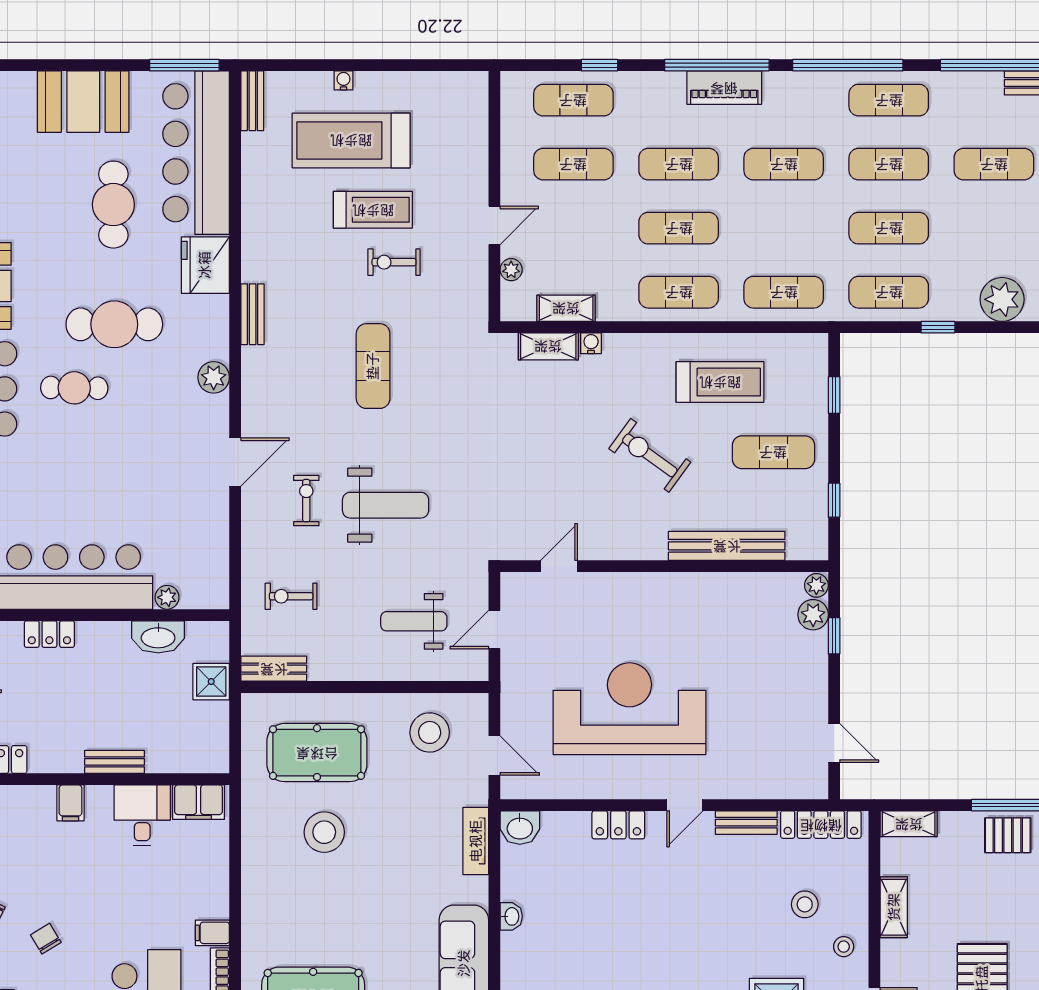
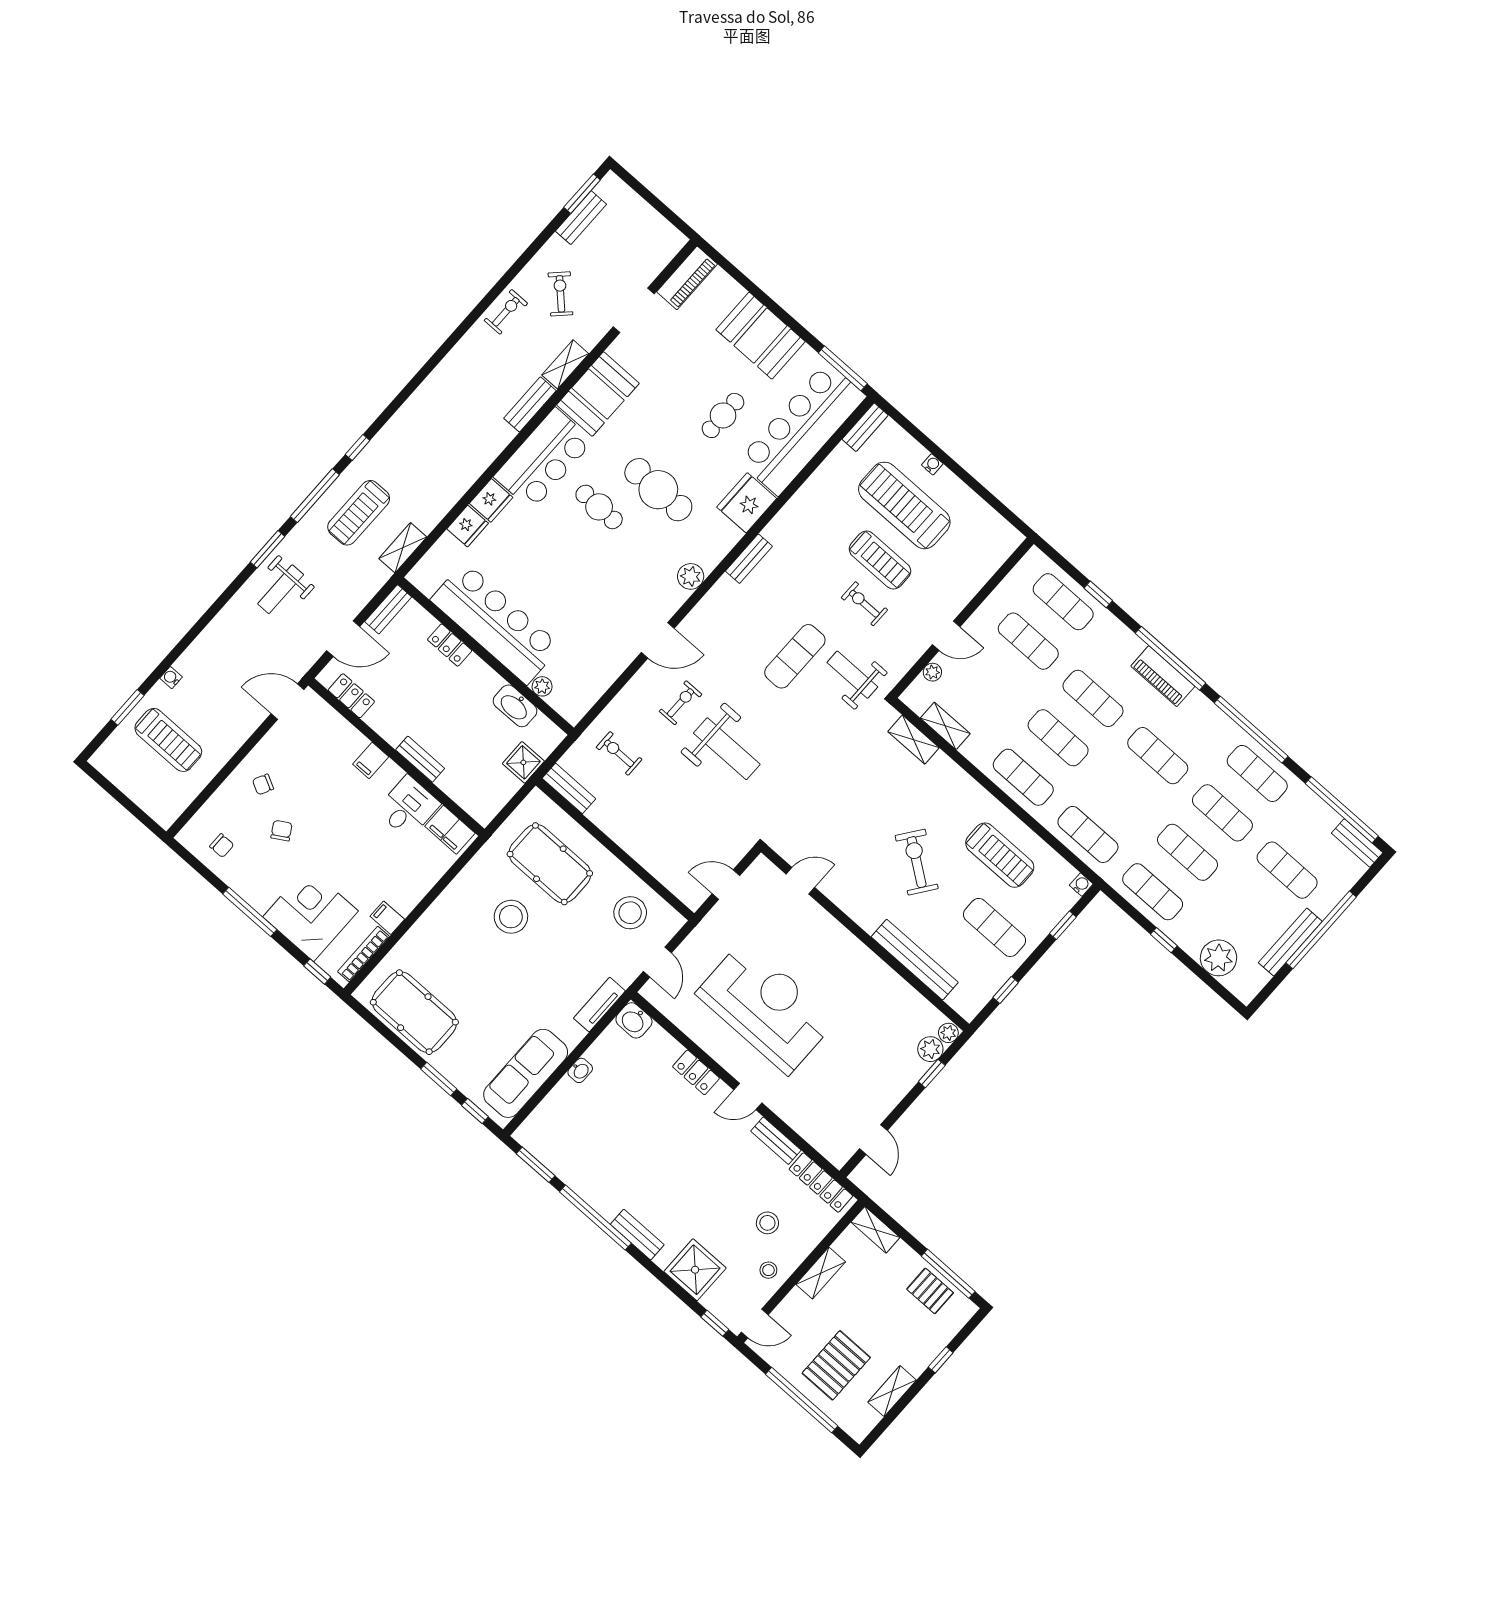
cafe table: (113, 205) -> (723, 415), width x0.73, depth x0.74
water cooler: (591, 343) -> (1081, 885), moved
weight bench: (414, 621) -> (852, 675), moved

